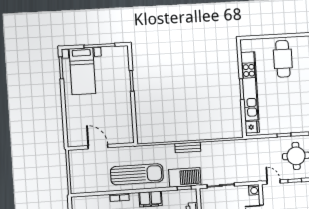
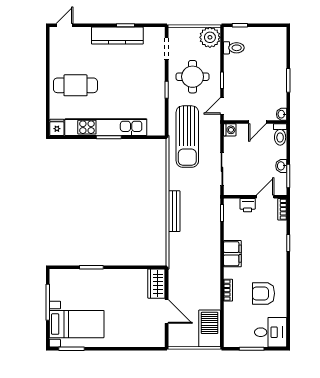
fridge: (252, 127) -> (57, 127), moved
wardrobe: (121, 137) -> (156, 284), added
door: (98, 147) -> (167, 312), swing flipped
bench: (188, 147) -> (174, 211), width x1.36
sun lounger: (137, 174) -> (187, 137), moved, turned 180
barbecue: (185, 177) -> (210, 329), moved

